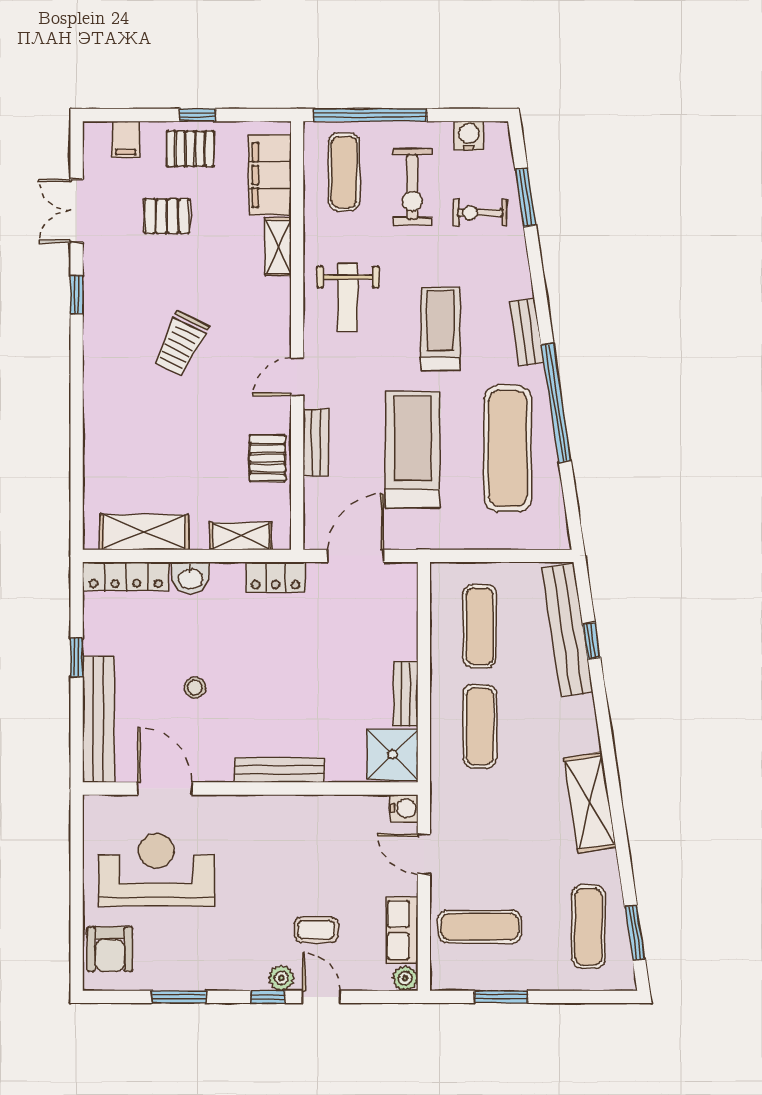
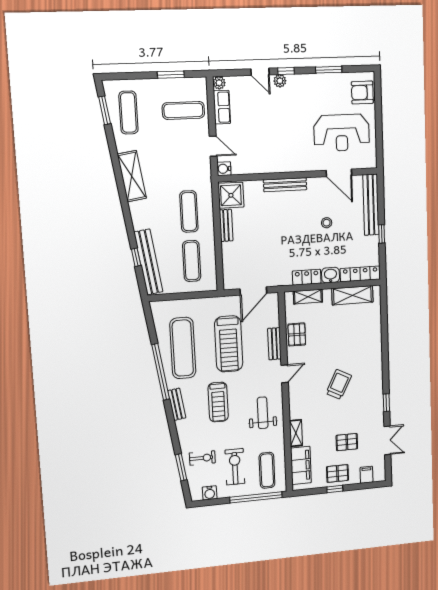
locker: (276, 577) -> (307, 277), moved
coffee table: (316, 930) -> (264, 106), removed
armchair: (110, 949) -> (362, 93), turned -90

